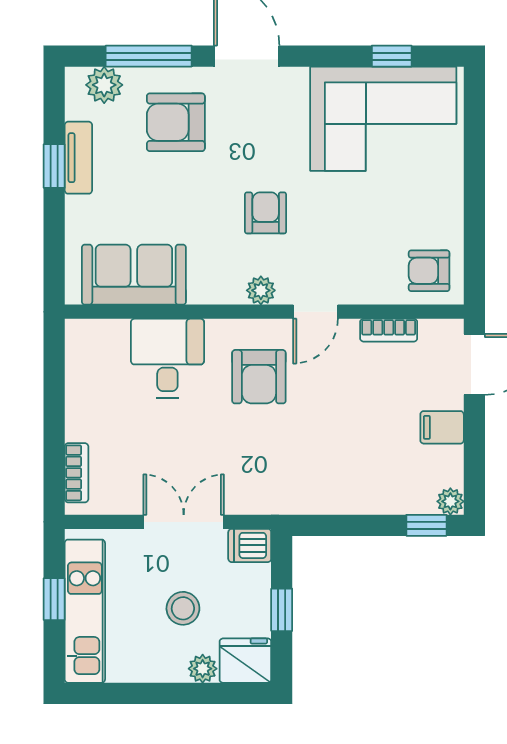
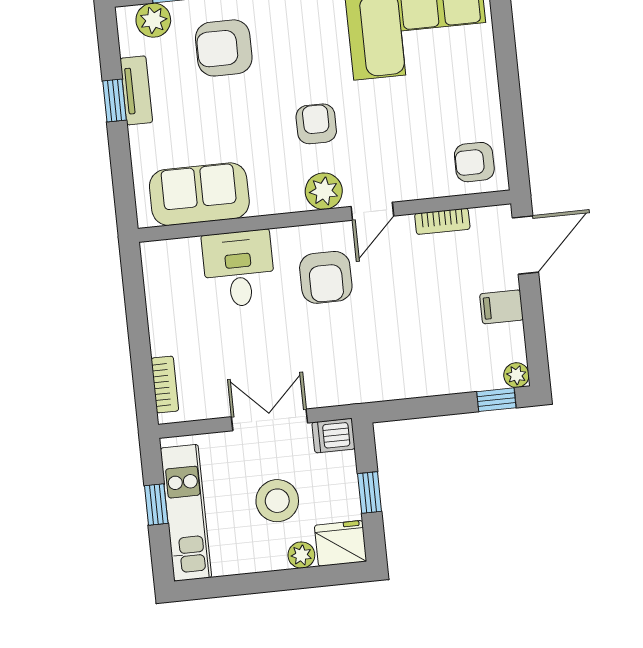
plant: (261, 290) -> (324, 191), width x1.38, depth x1.38
stool: (183, 608) -> (277, 501), width x1.38, depth x1.38

